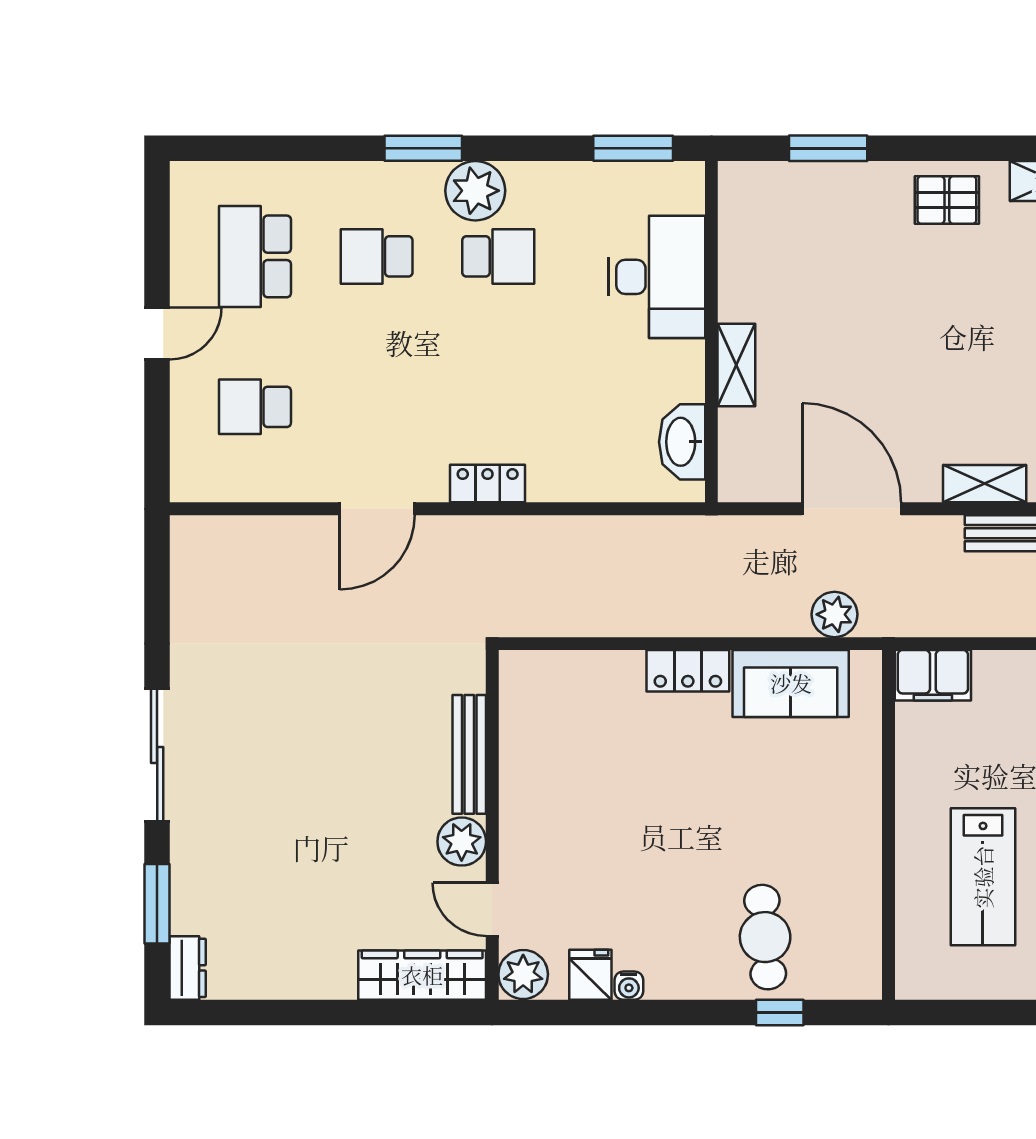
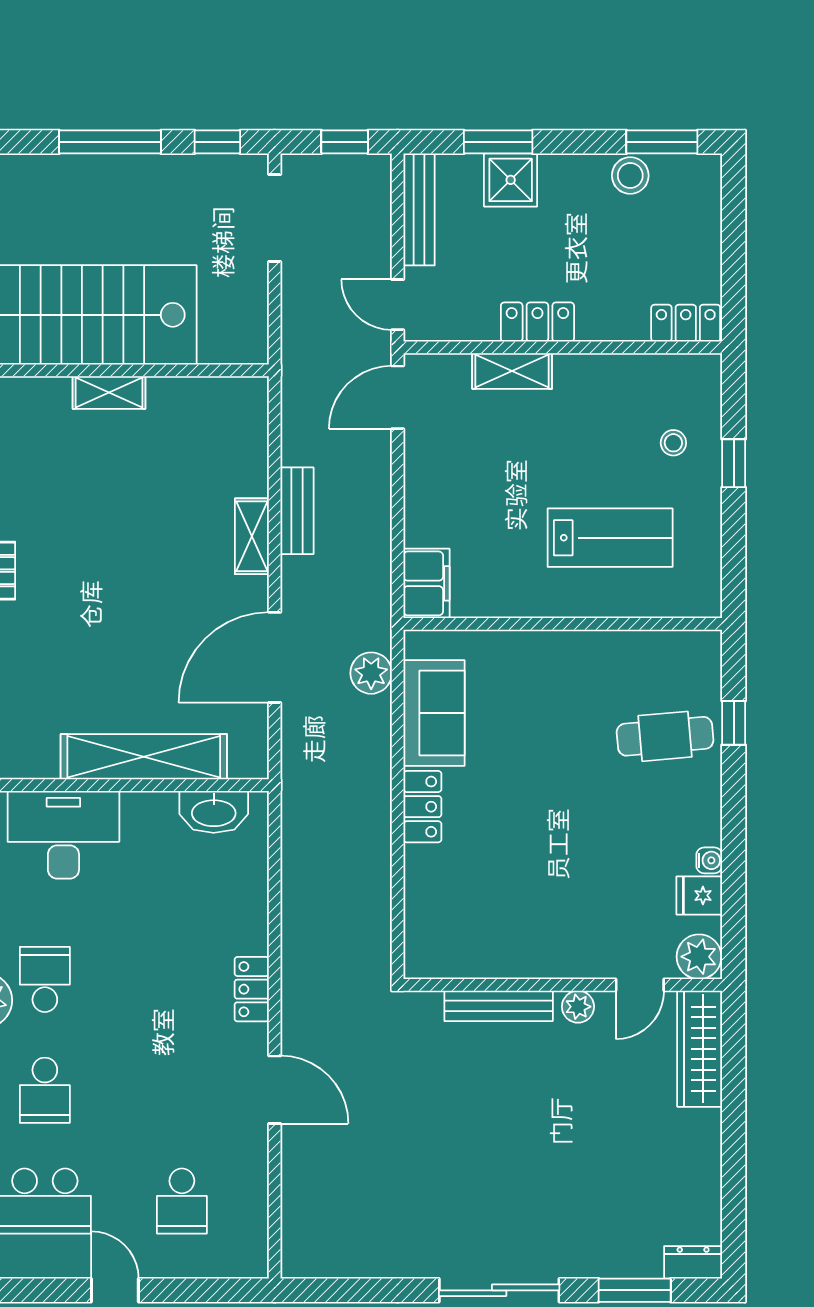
shelving: (736, 365) -> (144, 757), width x2.20, depth x1.33
plant: (462, 842) -> (578, 1007), width x0.73, depth x0.73

